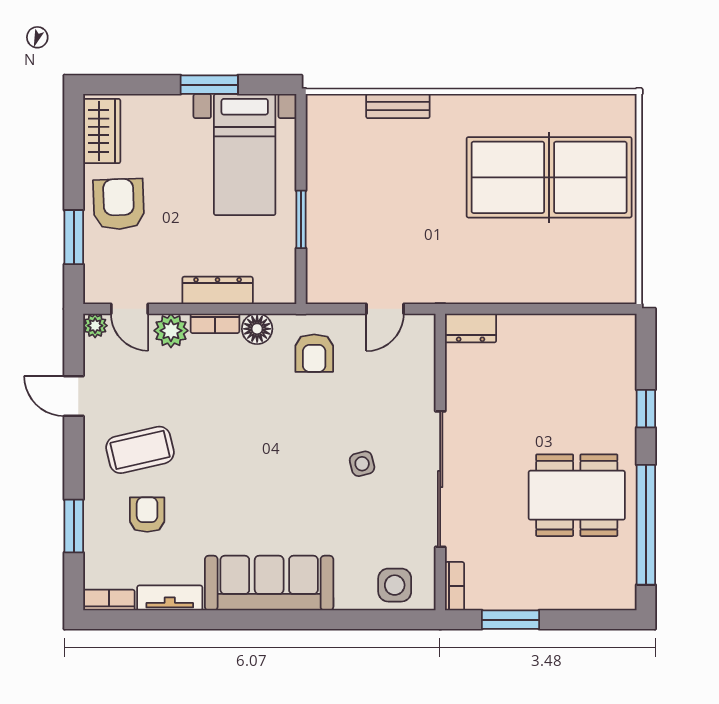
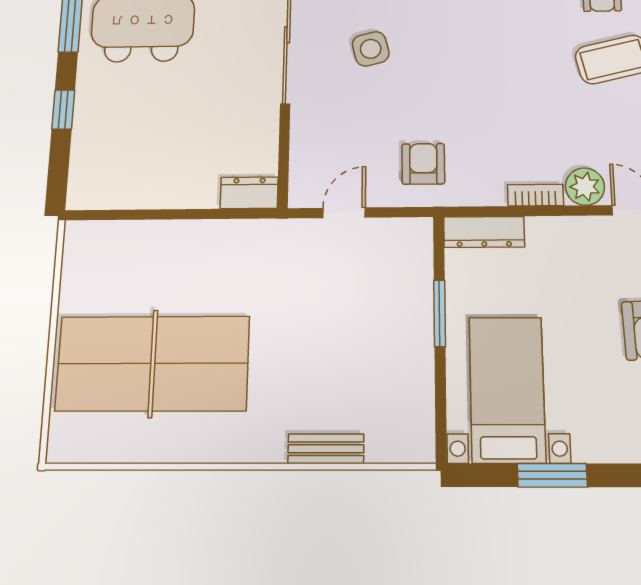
dresser: (218, 290) -> (484, 232), moved
floor lamp: (257, 329) -> (488, 190), removed
side table: (362, 464) -> (371, 49), width x1.37, depth x1.37

